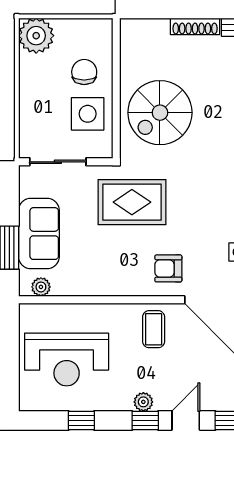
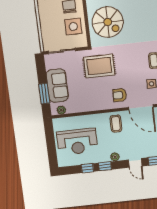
spiral stairs: (160, 113) -> (108, 22), turned -90
window: (145, 421) -> (105, 166), moved
door: (186, 421) -> (135, 163), swing flipped

